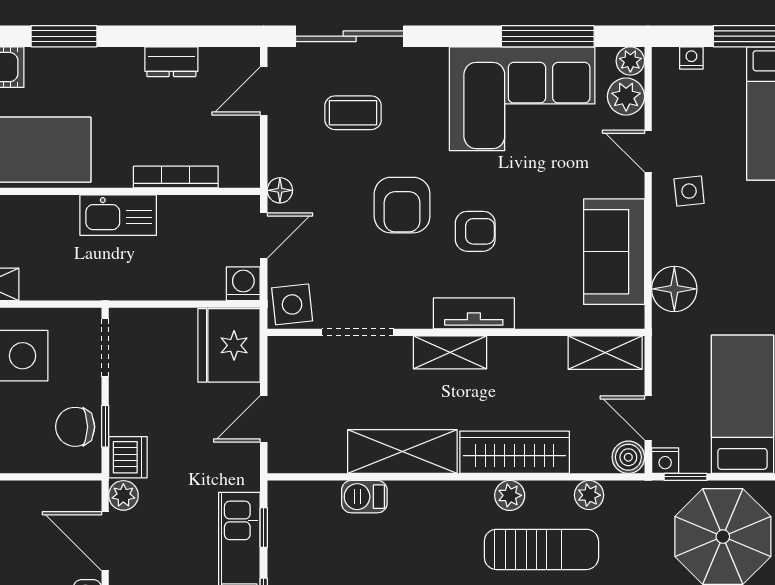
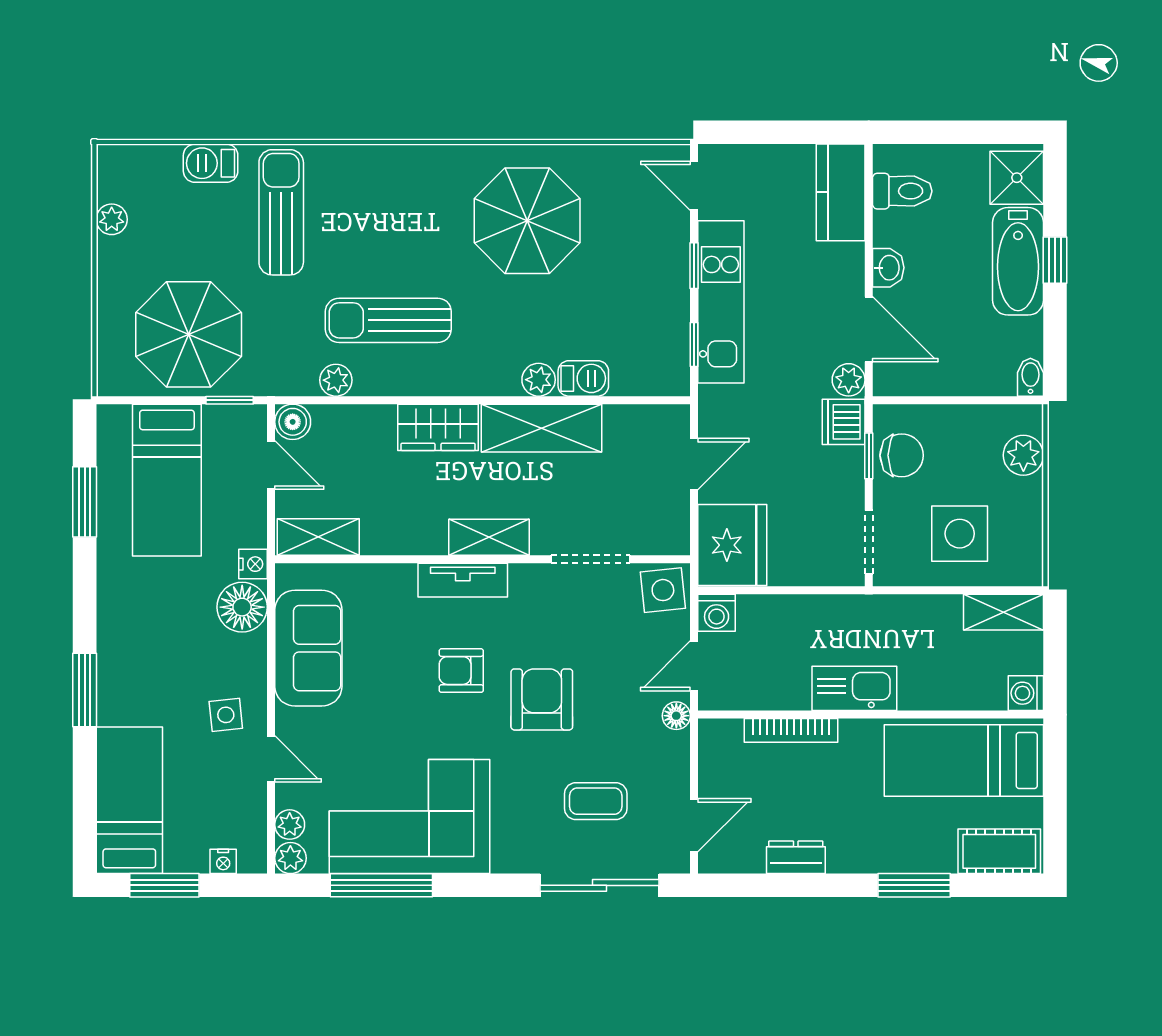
plant: (626, 97) -> (290, 825), width x0.73, depth x0.73
wardrobe: (515, 452) -> (438, 427), width x0.67
nightstand: (665, 461) -> (253, 564), moved, turned 90
plant: (510, 495) -> (539, 380), moved

